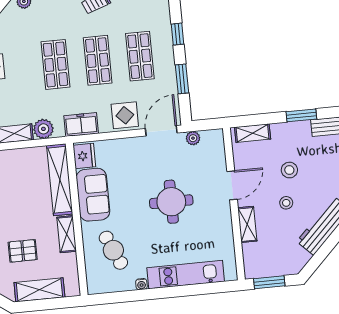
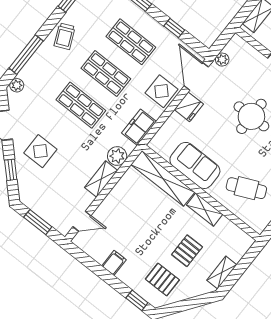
window: (182, 79) -> (174, 28), width x0.67
fridge: (84, 156) -> (189, 107), moved, turned 90
shelving: (39, 290) -> (222, 273), width x0.67, depth x0.75

